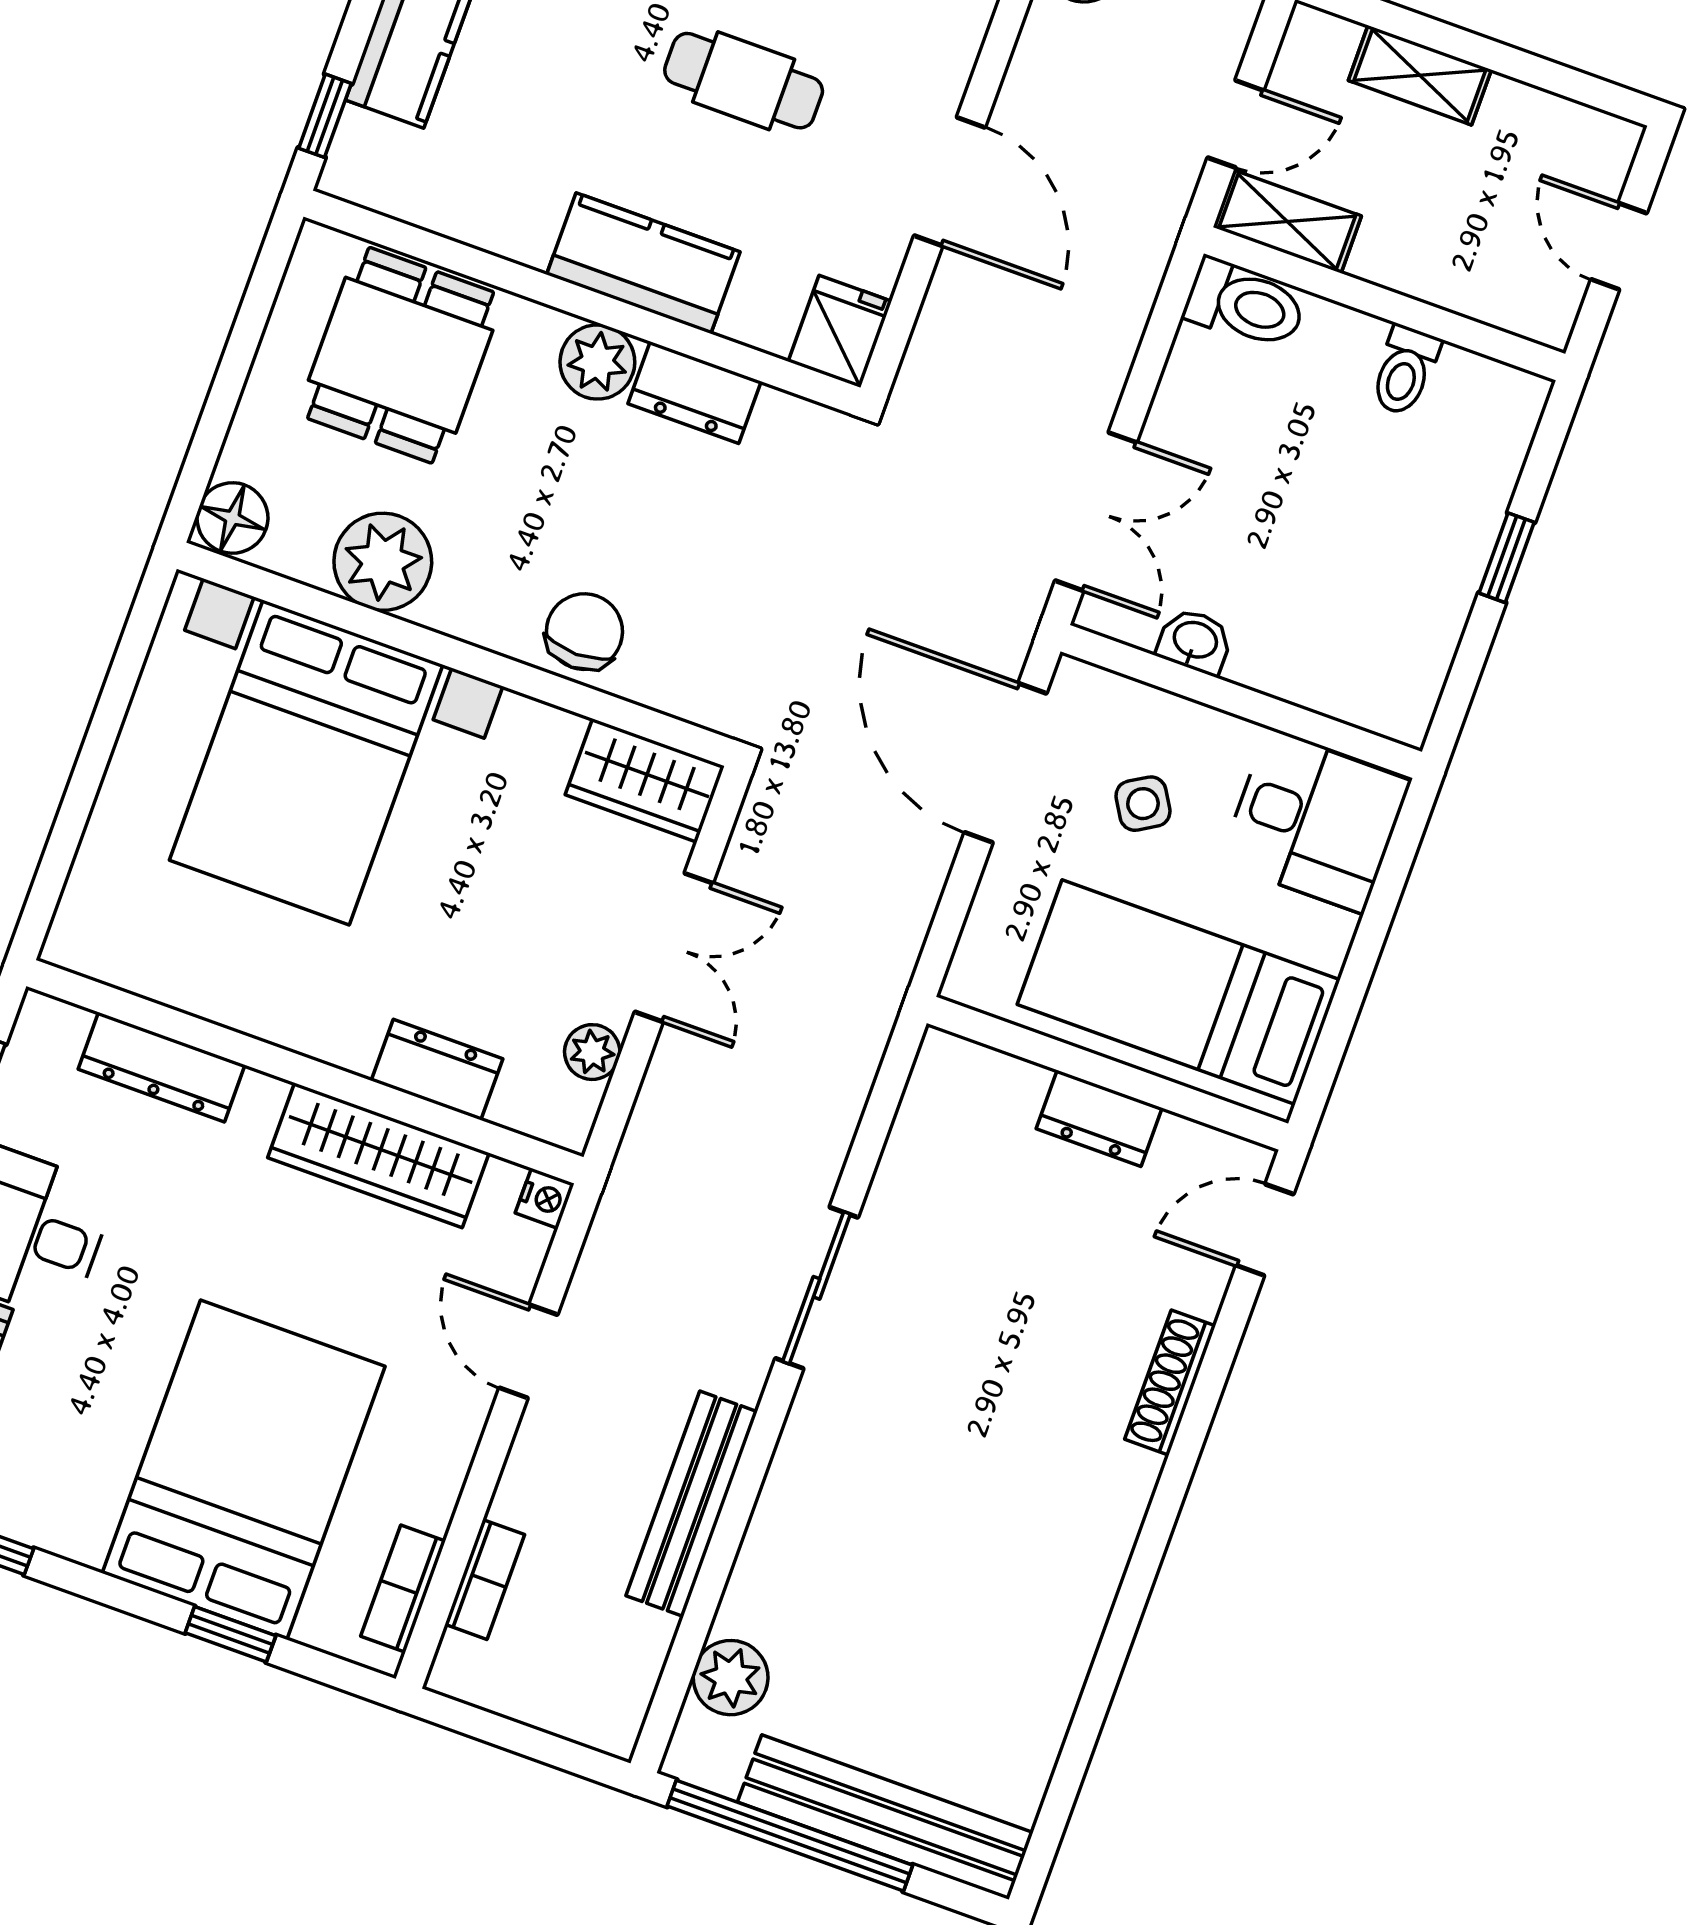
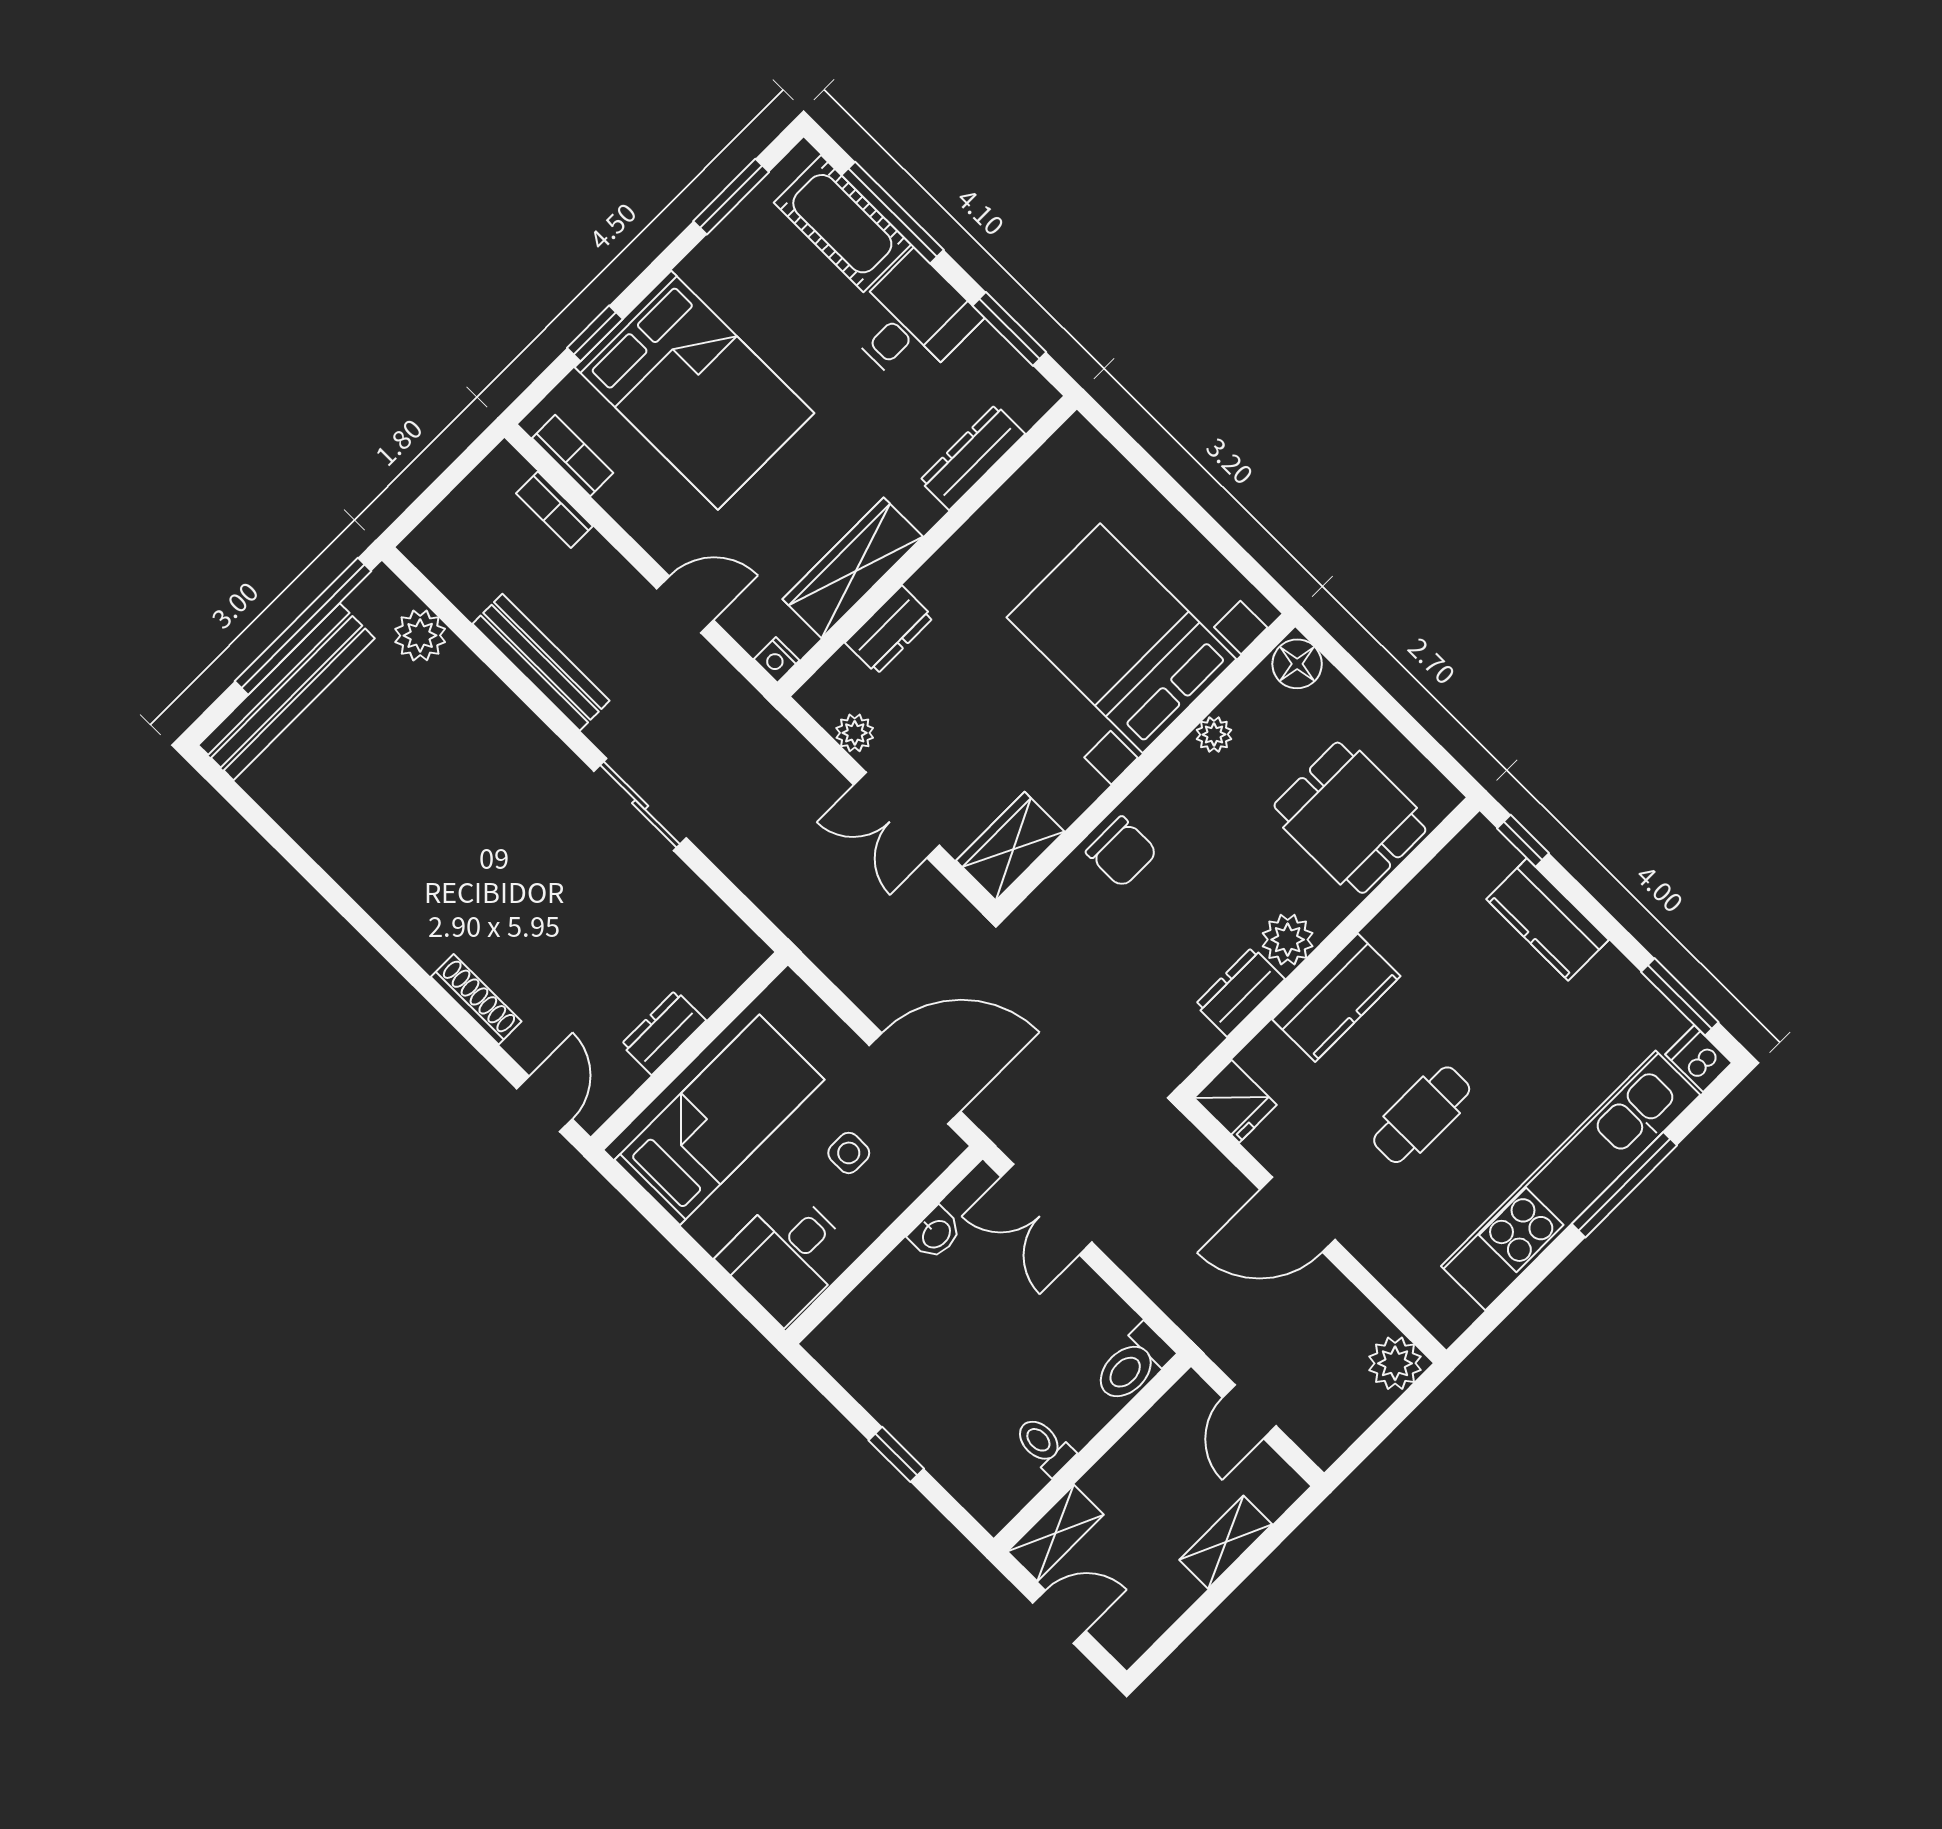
shelving: (1287, 222) -> (1056, 1533), moved
plant: (383, 562) -> (1214, 735), width x0.53, depth x0.53
side table: (1143, 804) -> (849, 1153), turned 31

